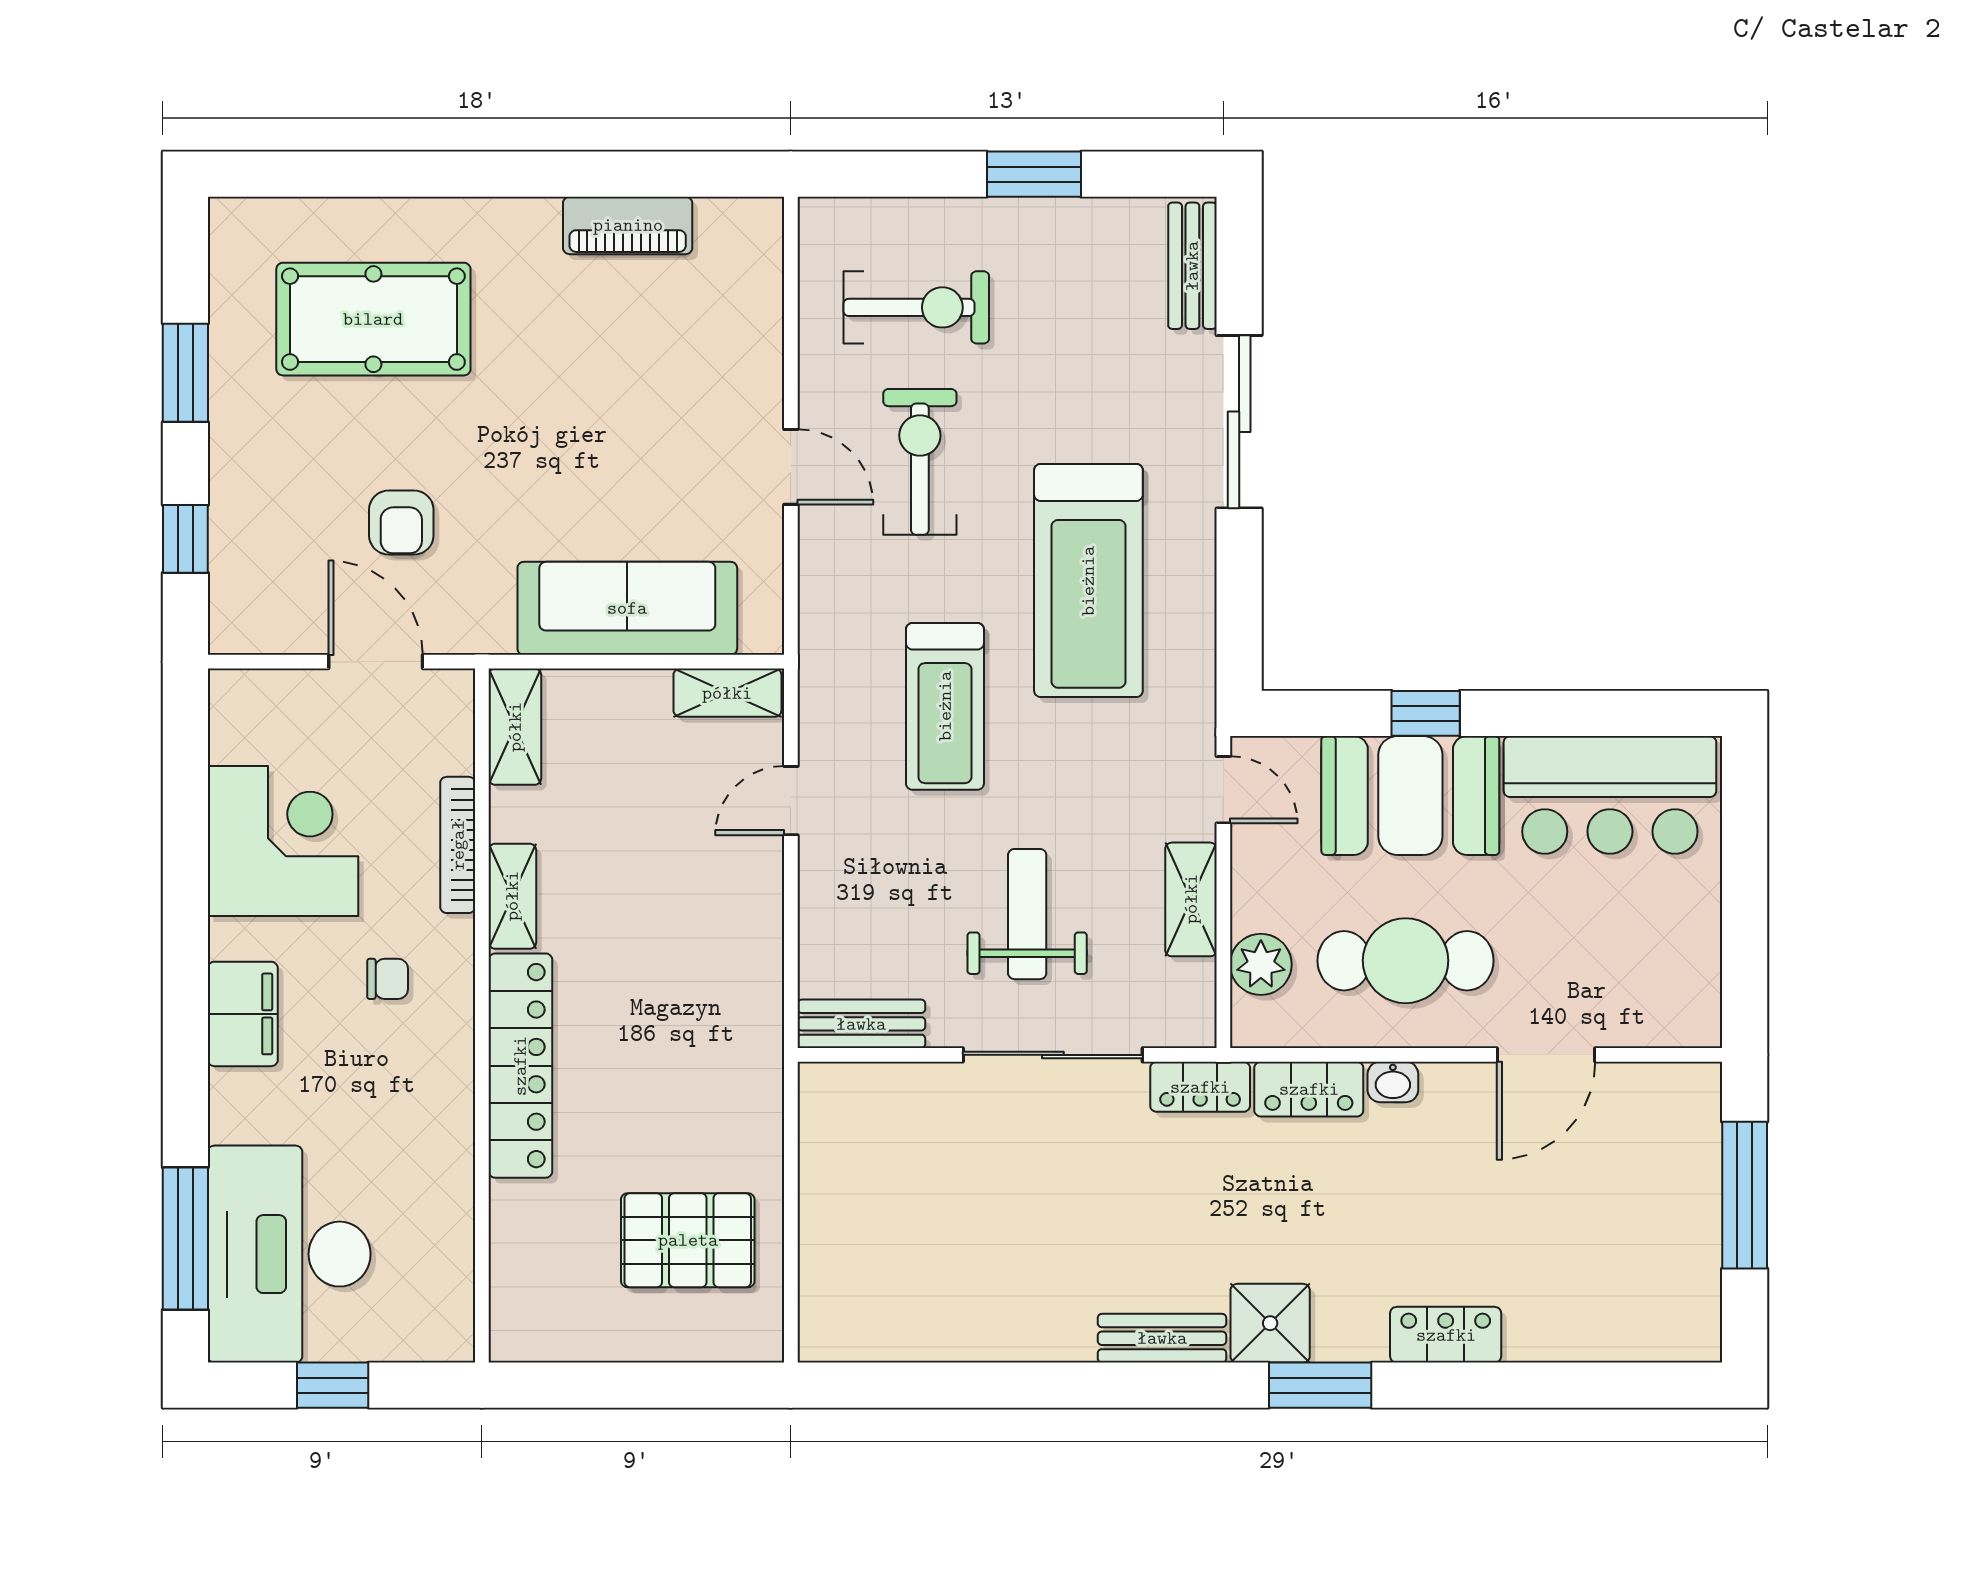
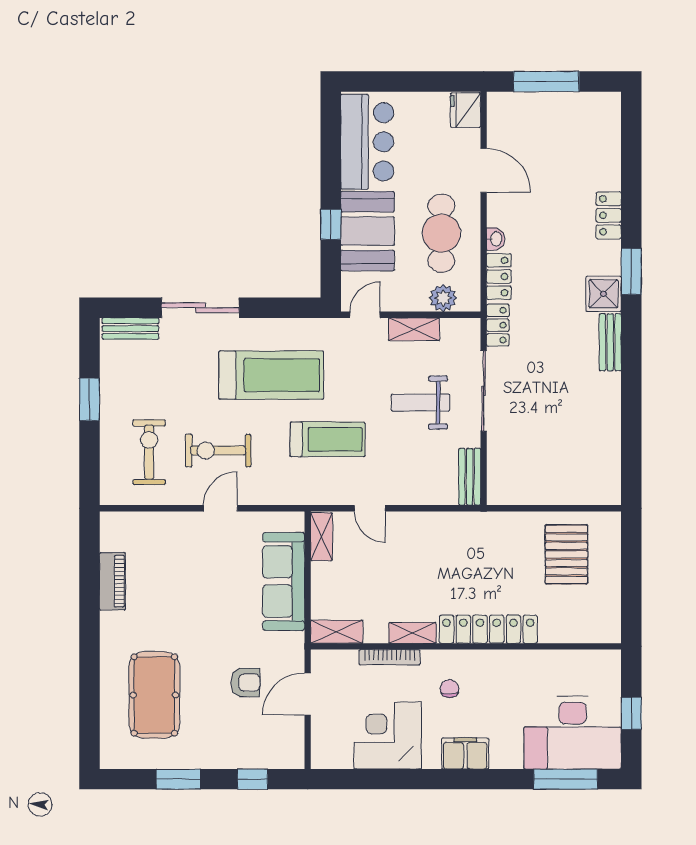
fridge: (1681, 1015) -> (466, 110), added

